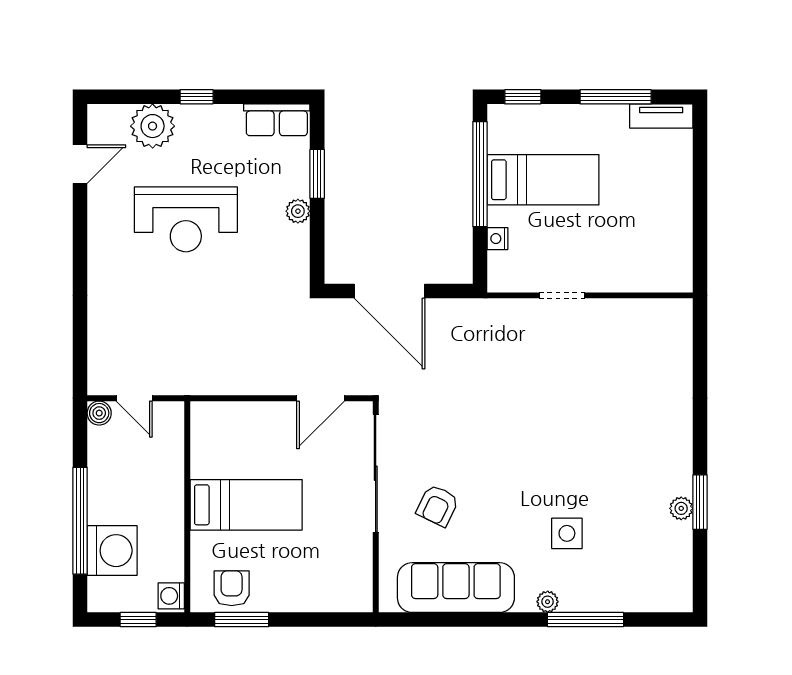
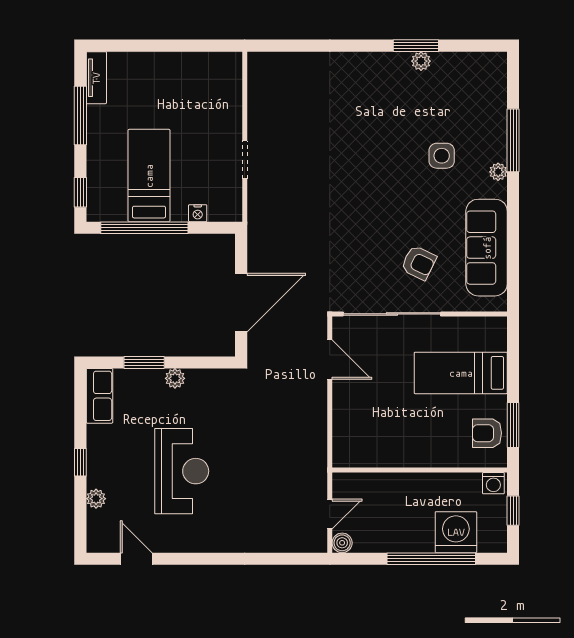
plant: (153, 126) -> (96, 499), width x0.53, depth x0.53
bed: (246, 505) -> (461, 373), moved, turned -90

